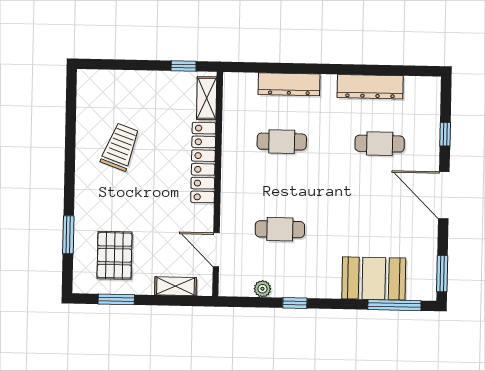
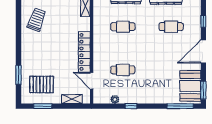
trolley: (120, 147) -> (37, 20), moved
locker: (203, 163) -> (84, 52), moved
door: (444, 195) -> (203, 51), hinge flipped
pallet: (115, 255) -> (42, 84), turned 90
booth: (374, 278) -> (190, 86), moved, turned 90

